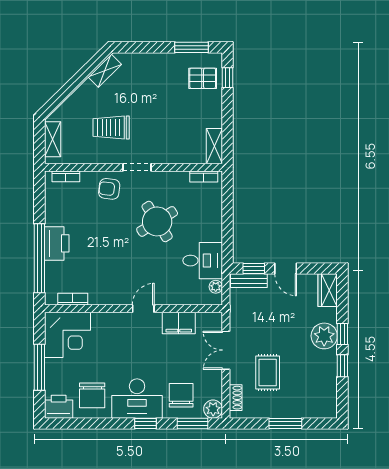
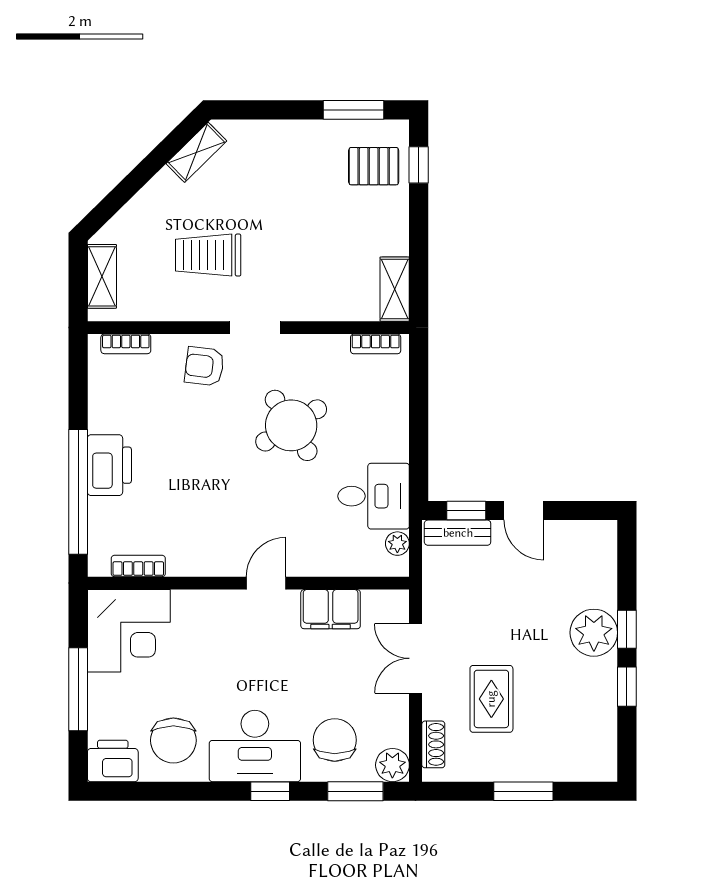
wardrobe: (328, 290) -> (600, 550), removed

